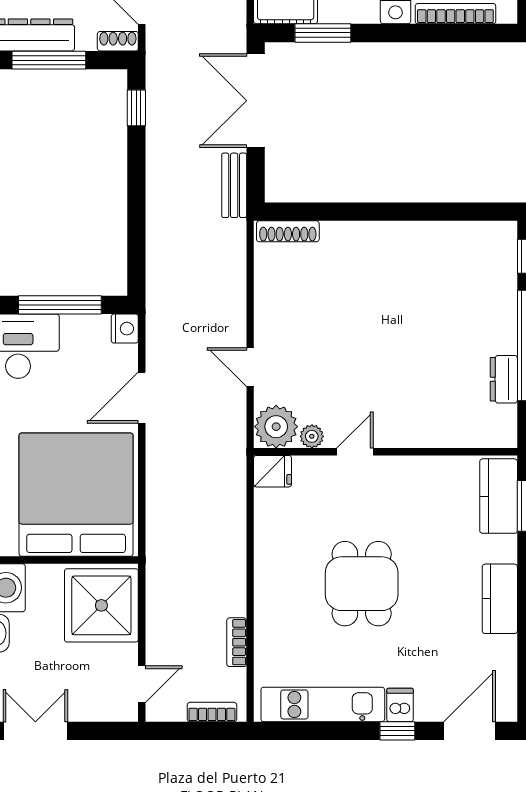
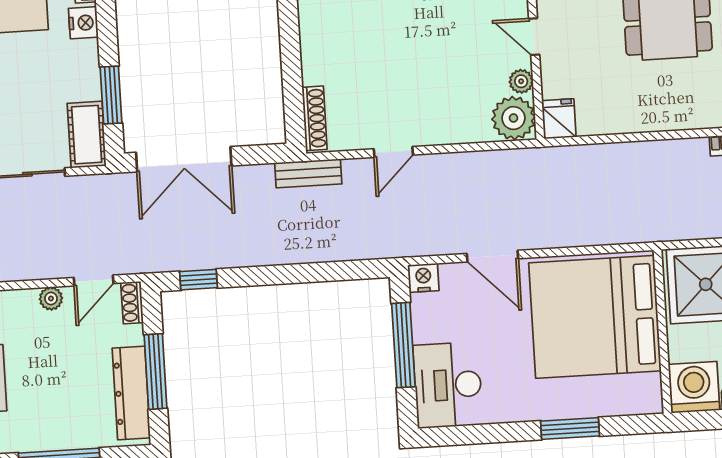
bench: (234, 185) -> (308, 173), moved
door: (250, 367) -> (393, 152), moved

